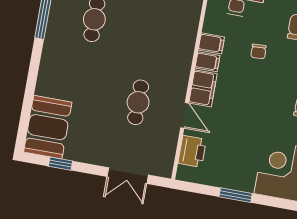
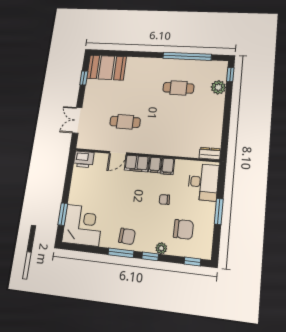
printer: (192, 151) -> (84, 159), moved
window: (236, 195) -> (63, 214), moved

